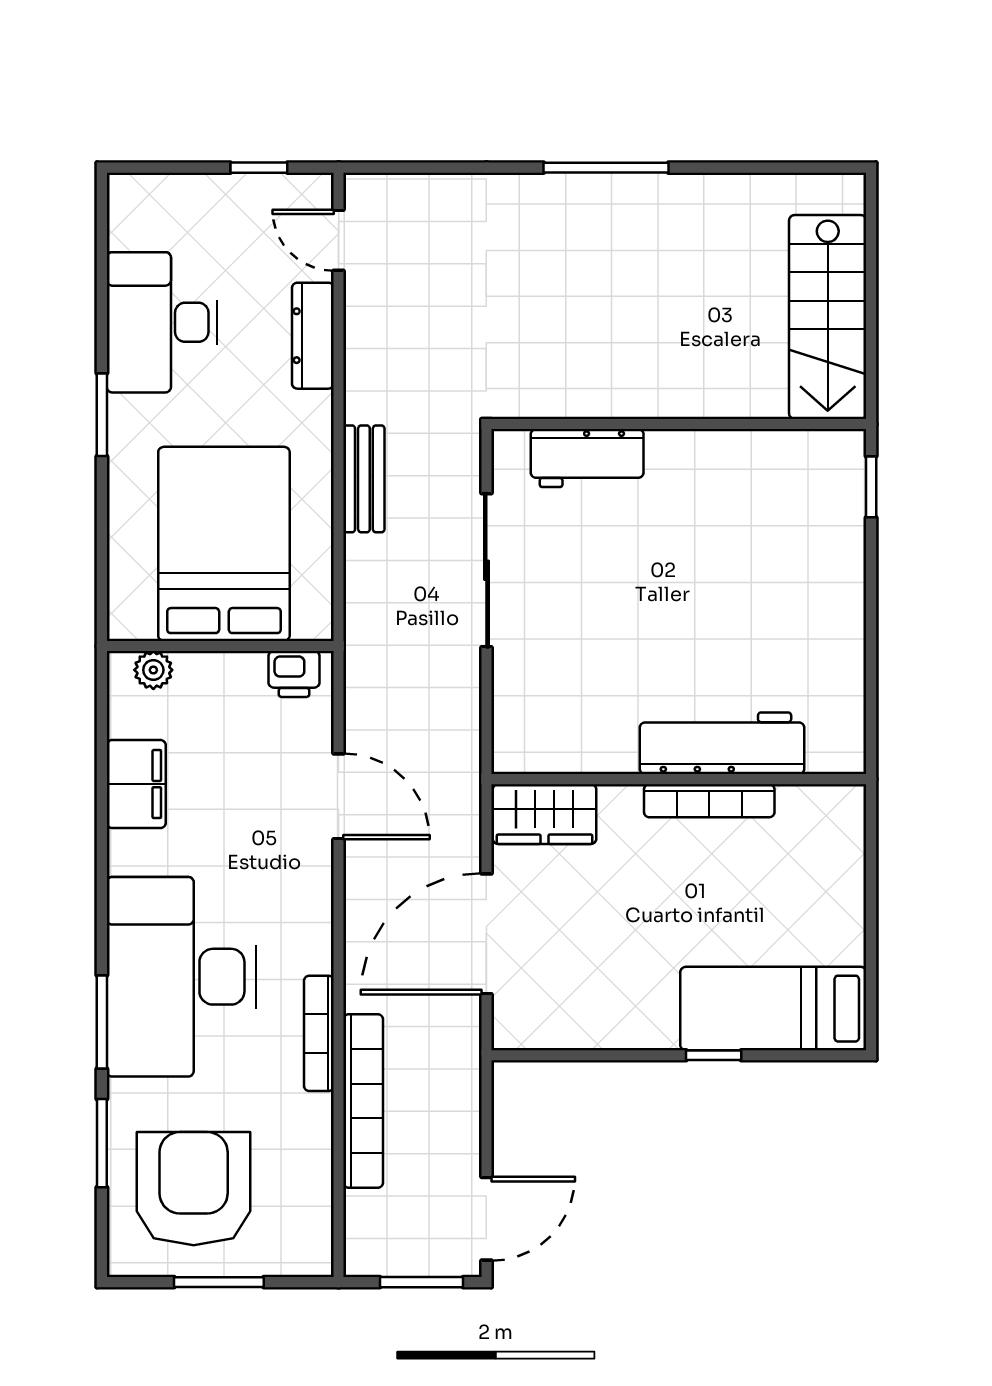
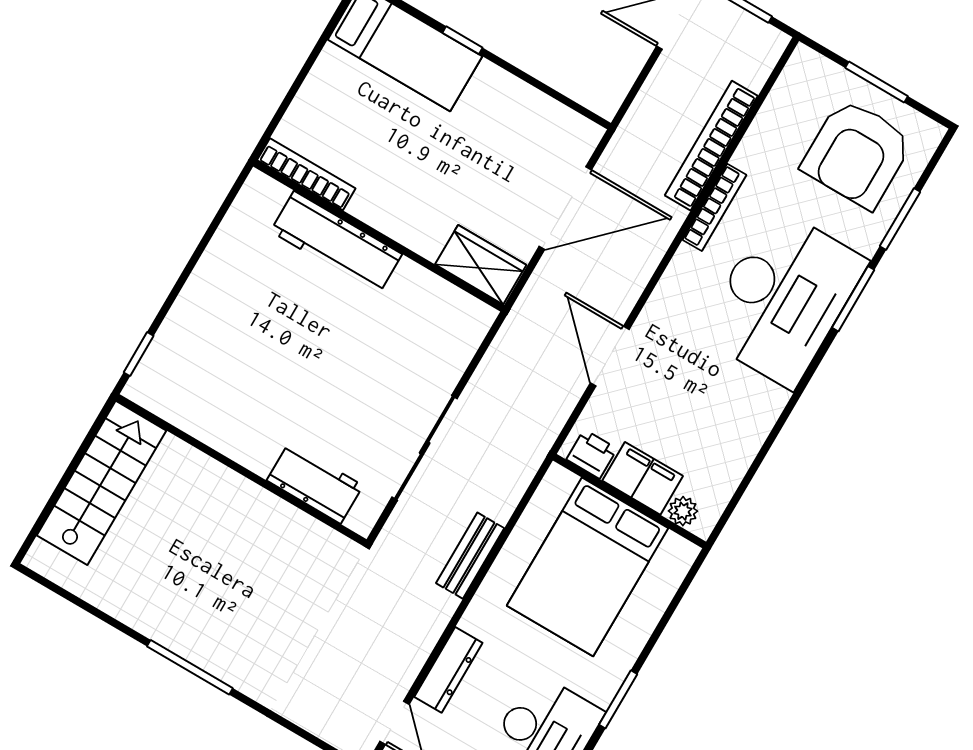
filing cabinet: (136, 784) -> (643, 478), moved, turned 90
bookcase: (709, 801) -> (306, 174), moved

